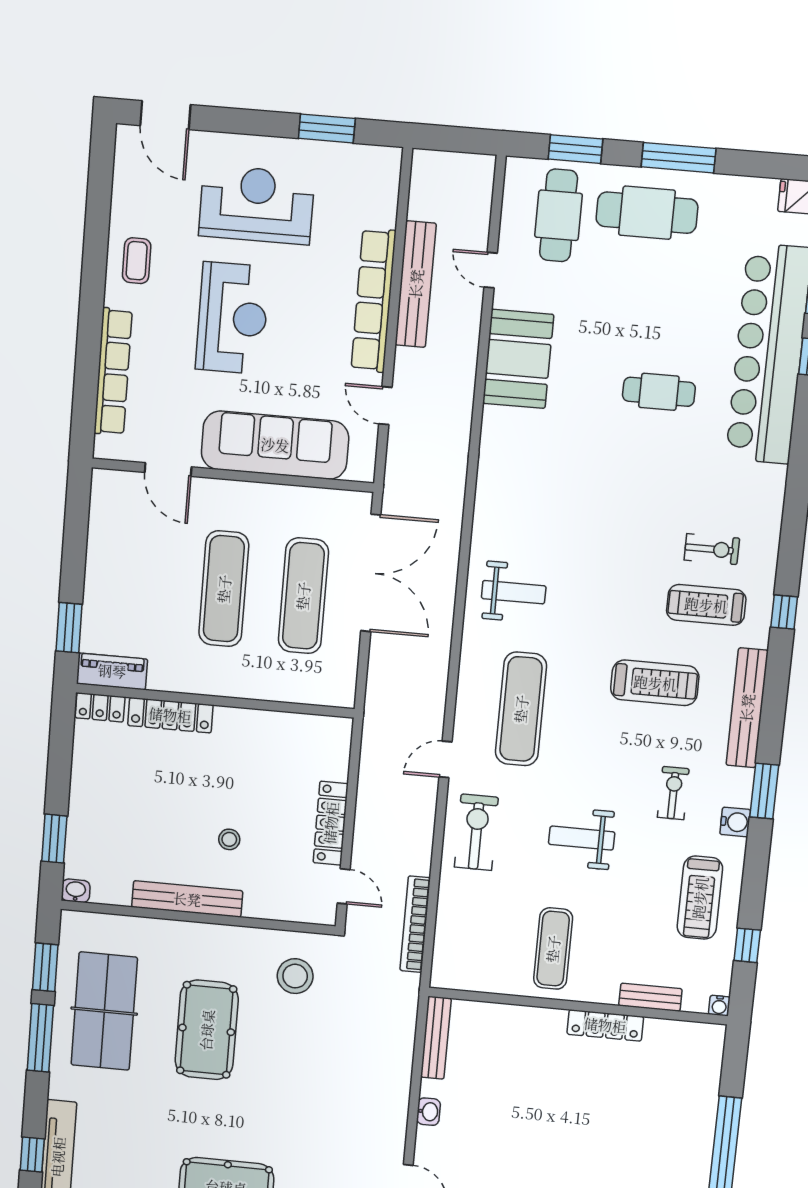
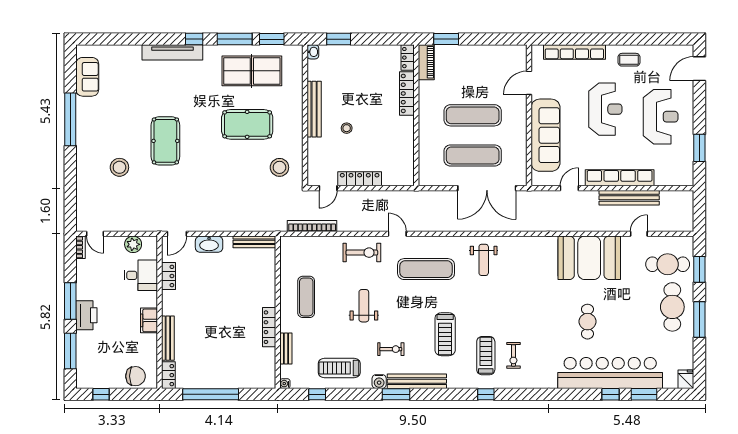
reception desk: (232, 318) -> (605, 109), turned -90
booth: (518, 359) -> (589, 258), width x1.36, depth x1.42
bench: (747, 708) -> (417, 381), moved
exercise mat: (553, 949) -> (306, 297), turned 90
washbasin: (429, 1112) -> (209, 244), width x1.91, depth x1.45
window: (32, 1154) -> (194, 39), moved

